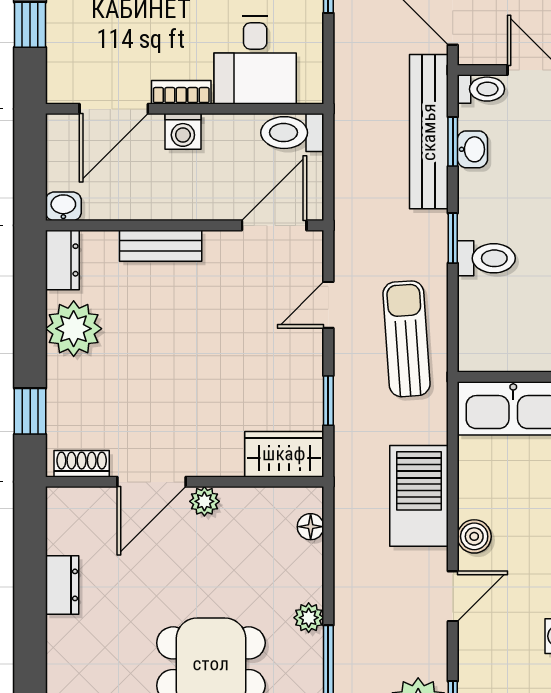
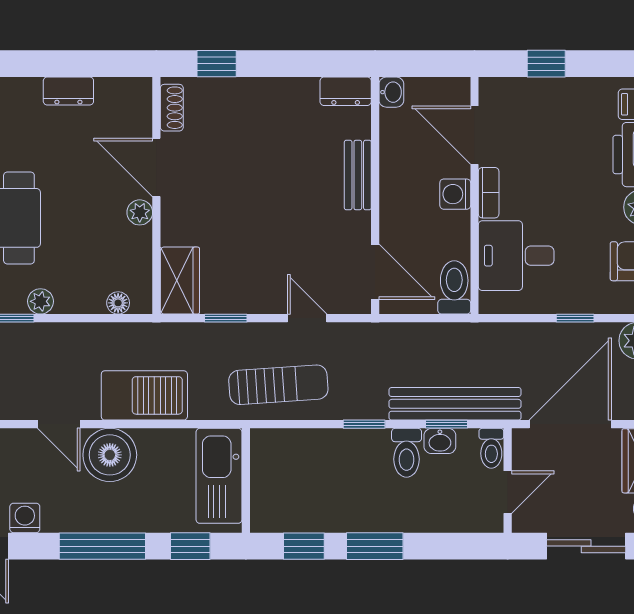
toilet: (486, 258) -> (407, 453), moved
plant: (74, 329) -> (287, 101), removed
boiler: (474, 536) -> (110, 455), width x1.86, depth x1.86

